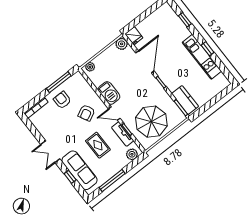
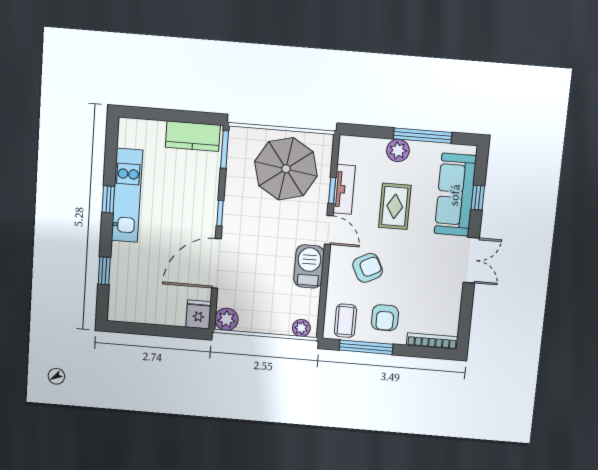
coffee table: (76, 85) -> (345, 321), added
kitchen counter: (185, 100) -> (193, 136), moved, turned -90
plant: (132, 154) -> (398, 150), moved

